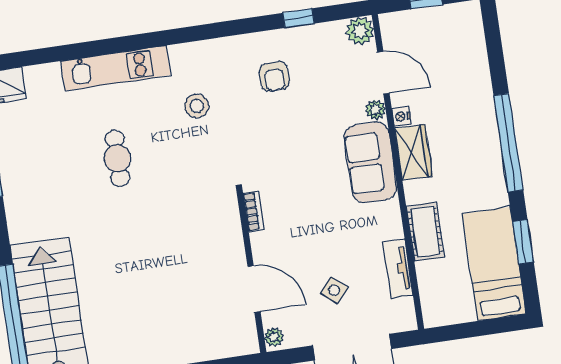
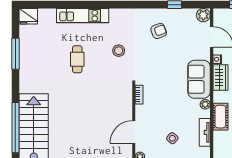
armchair: (274, 76) -> (159, 31), turned -111
stool: (197, 106) -> (119, 51), moved
plant: (376, 110) -> (205, 104), moved
door: (254, 289) -> (134, 132), swing flipped

